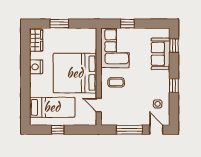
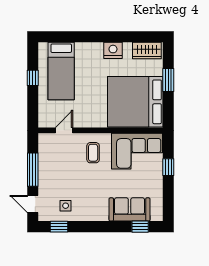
bed: (75, 73) -> (135, 102), moved, turned -90
window: (174, 86) -> (59, 227), moved
door: (156, 130) -> (33, 204), swing flipped

